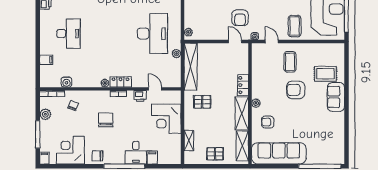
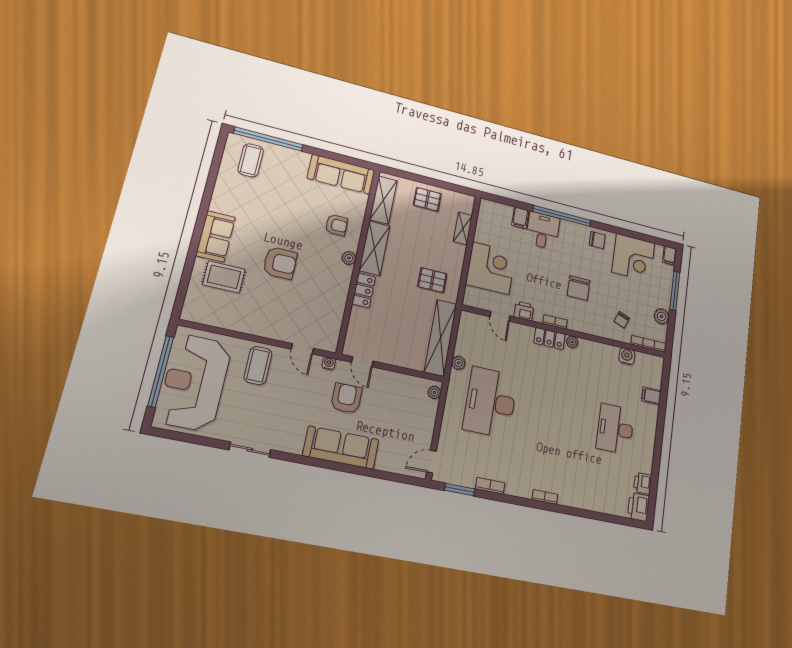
coffee table: (290, 62) -> (251, 160), moved
sofa: (279, 153) -> (341, 174), width x0.74, depth x0.79

